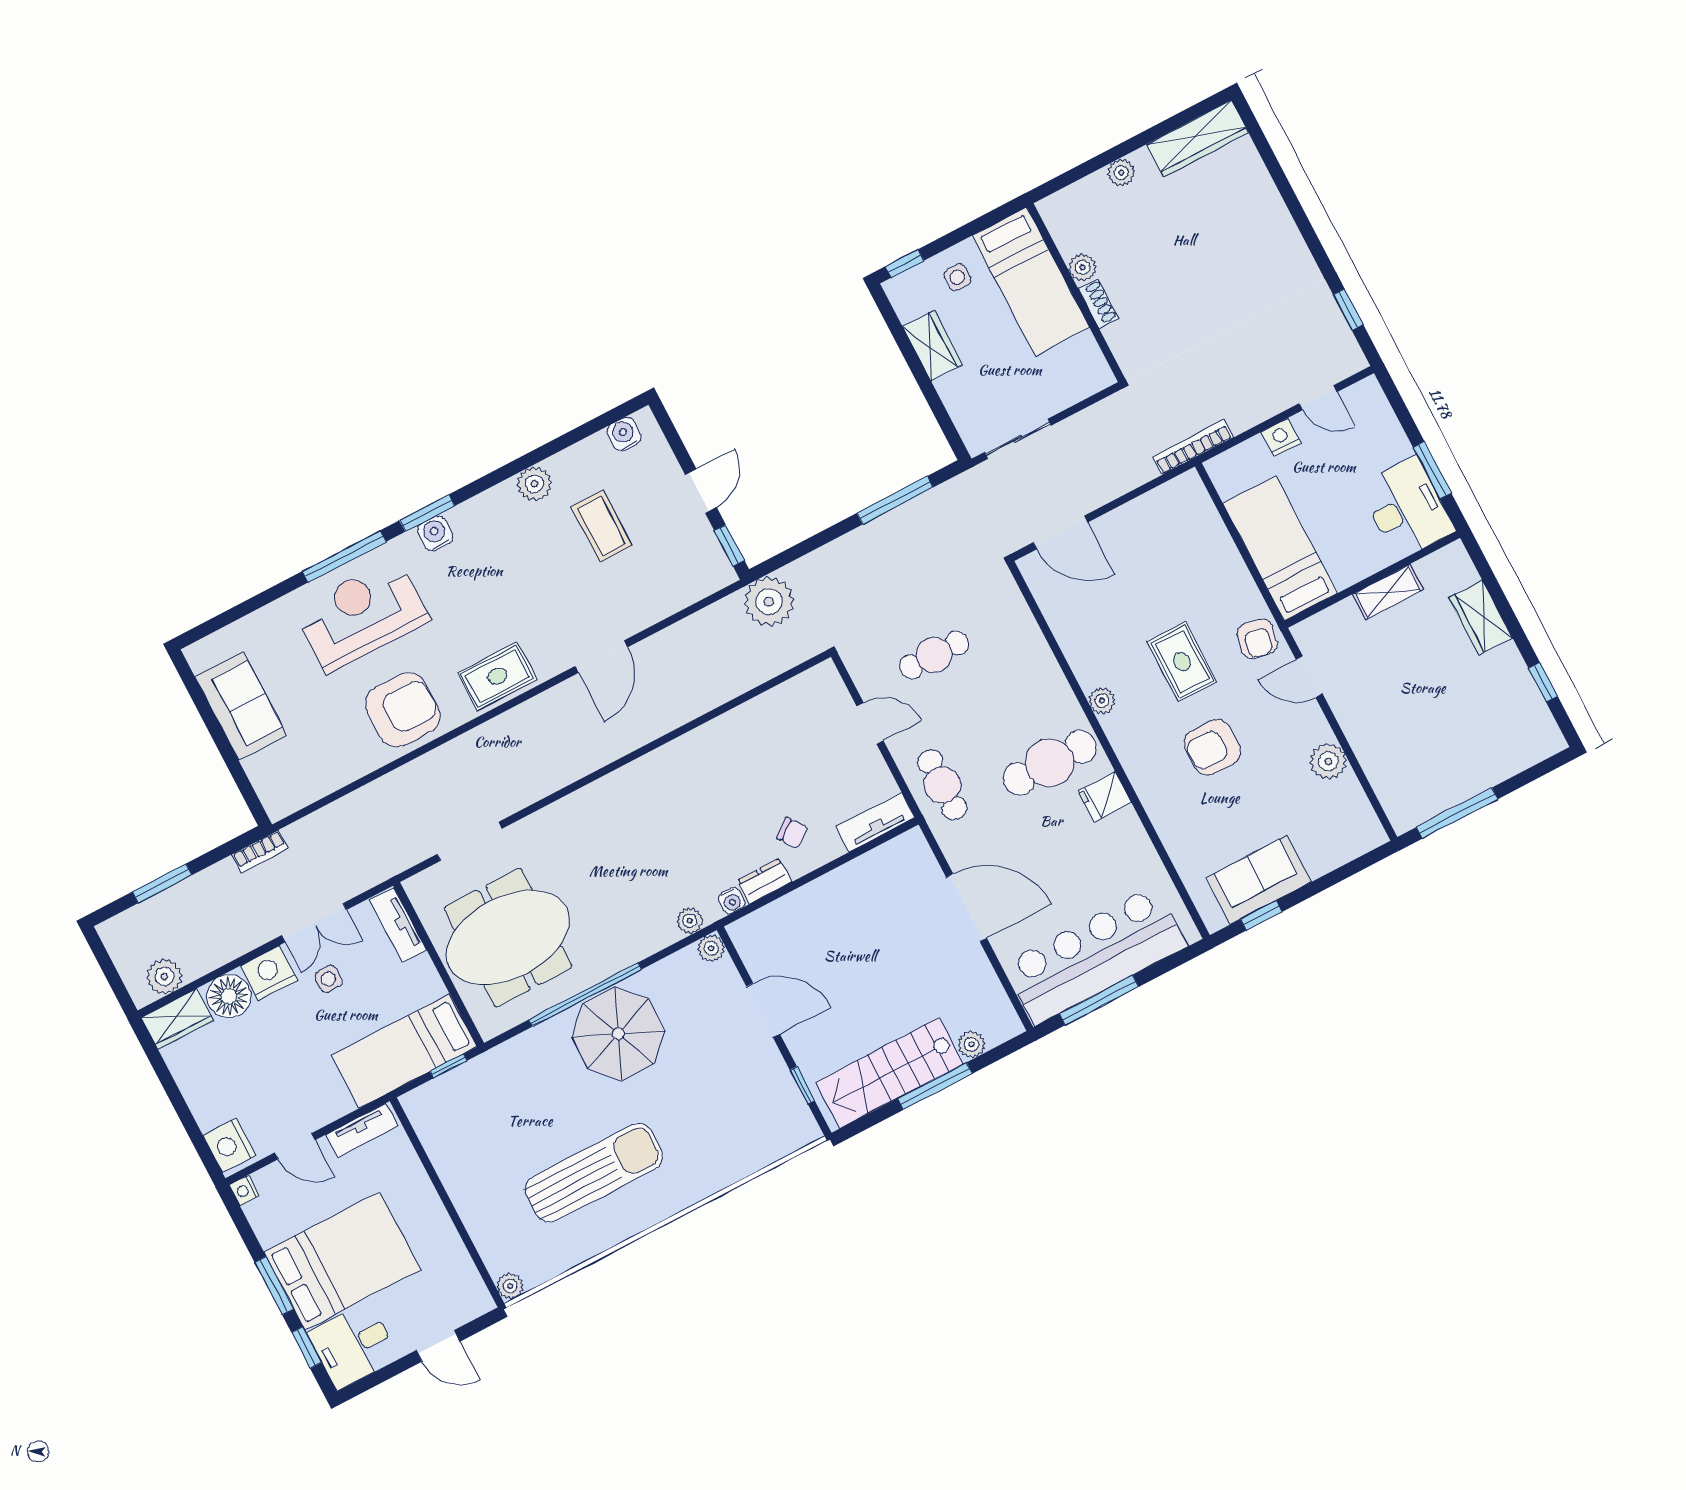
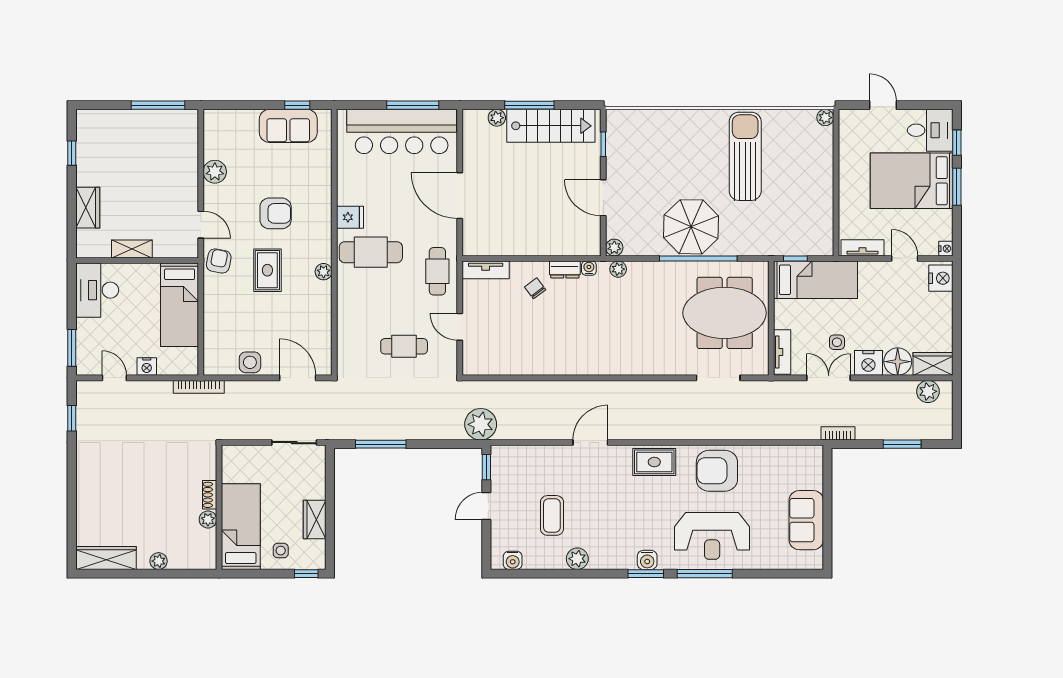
window: (1432, 470) -> (72, 348), moved
side table: (1139, 519) -> (250, 362), added
sun lounger: (594, 1173) -> (745, 156), turned 90

